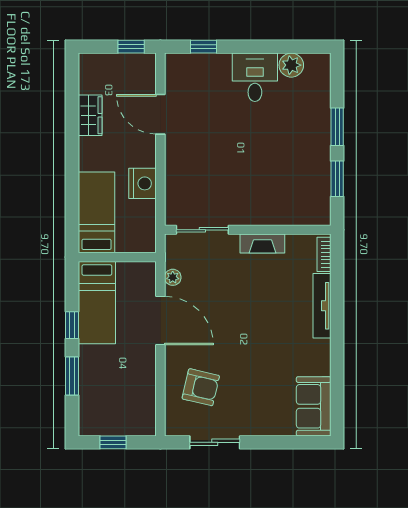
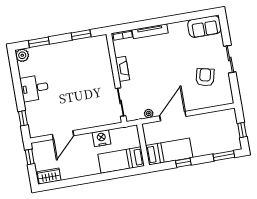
plant: (291, 65) -> (22, 55), moved
wardrobe: (90, 115) -> (49, 176), moved
window: (337, 127) -> (39, 42), moved
window: (72, 376) -> (224, 156), moved
armchair: (201, 387) -> (205, 77), moved
sliding door: (215, 442) -> (230, 59), moved

